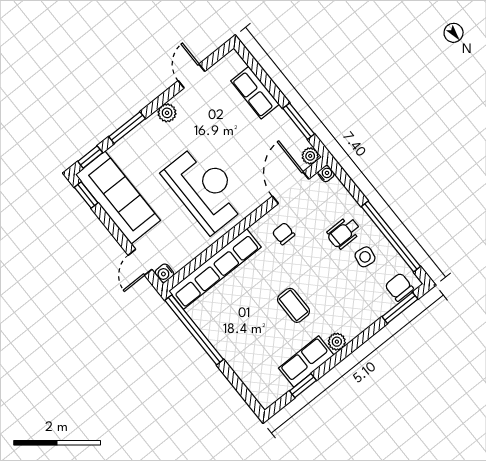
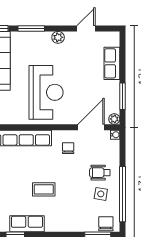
coffee table: (294, 305) -> (44, 189), turned 90
plant: (337, 342) -> (51, 226), removed

